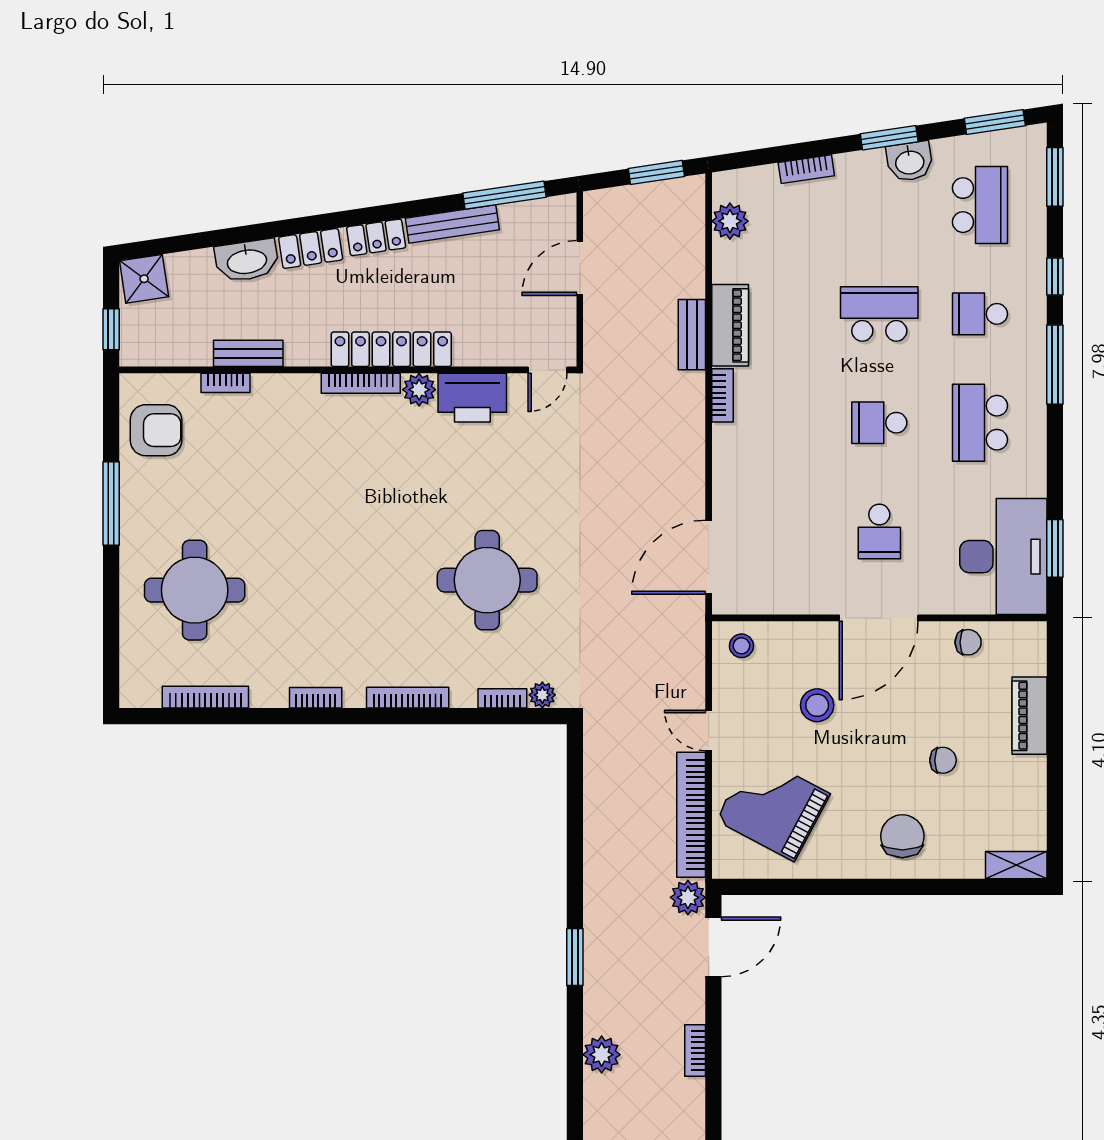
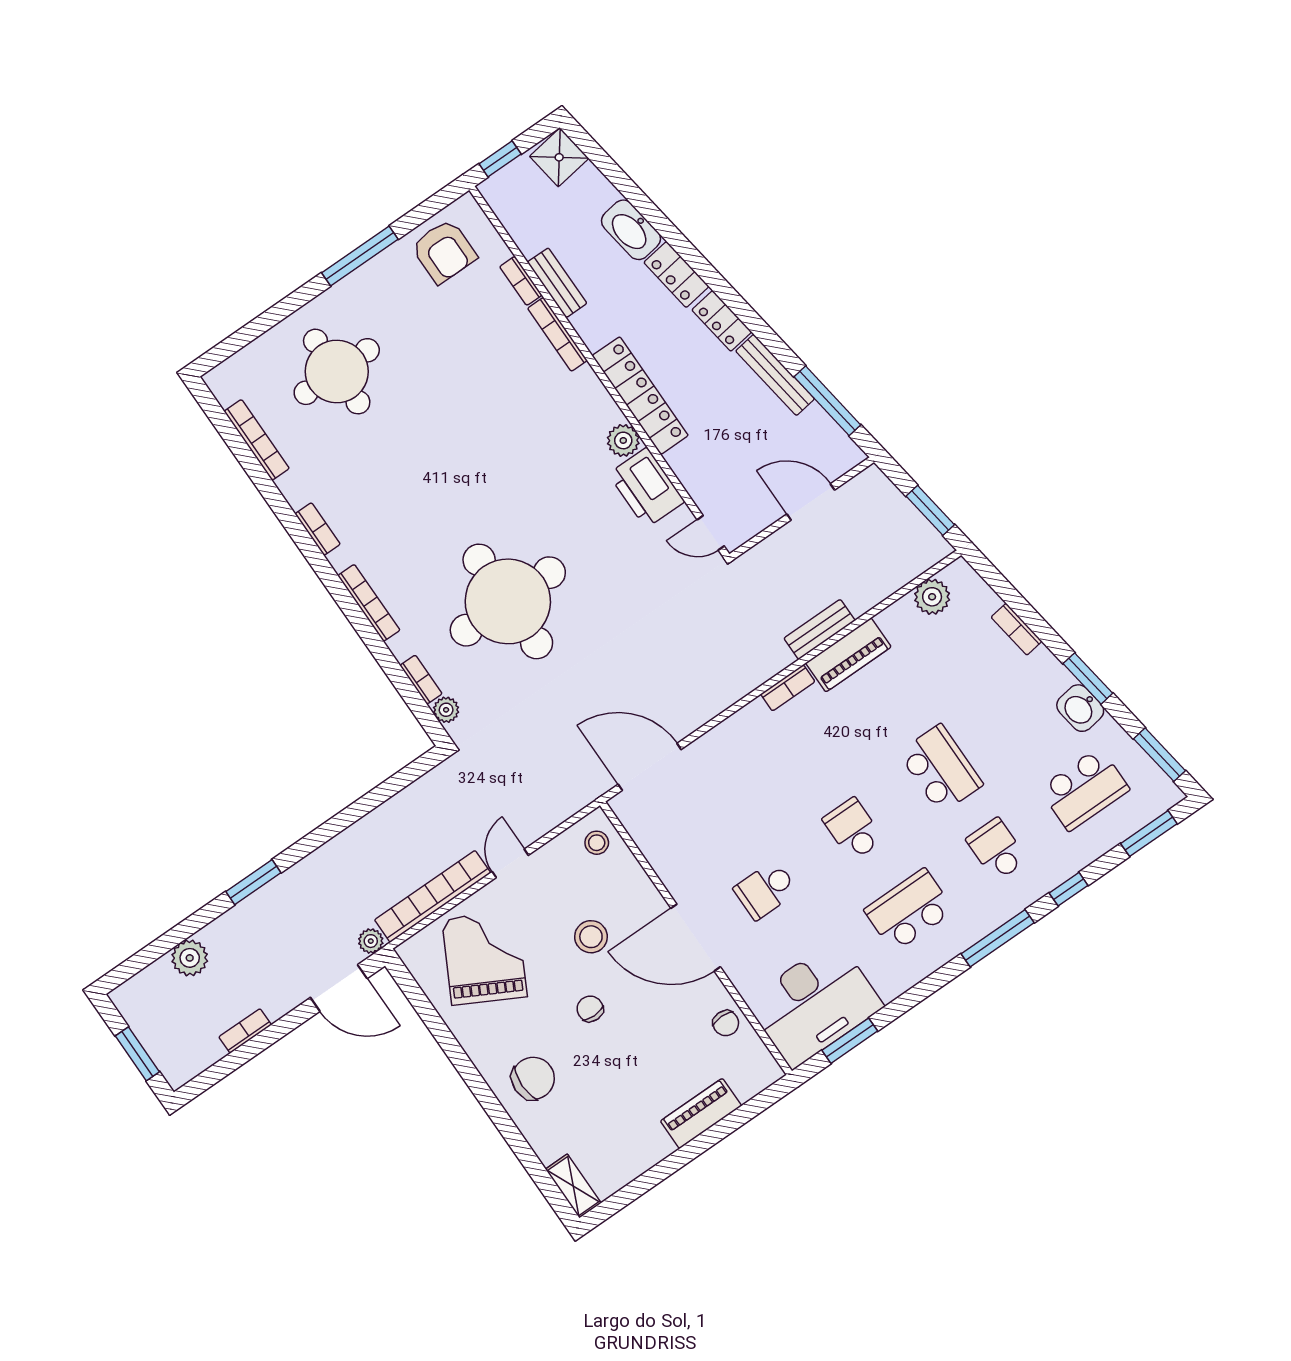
bookcase: (361, 383) -> (557, 334), moved
round table: (487, 580) -> (508, 601), width x1.36, depth x1.36
chair: (943, 760) -> (590, 1009), moved, turned 180
plant: (688, 897) -> (371, 941), width x0.73, depth x0.73

